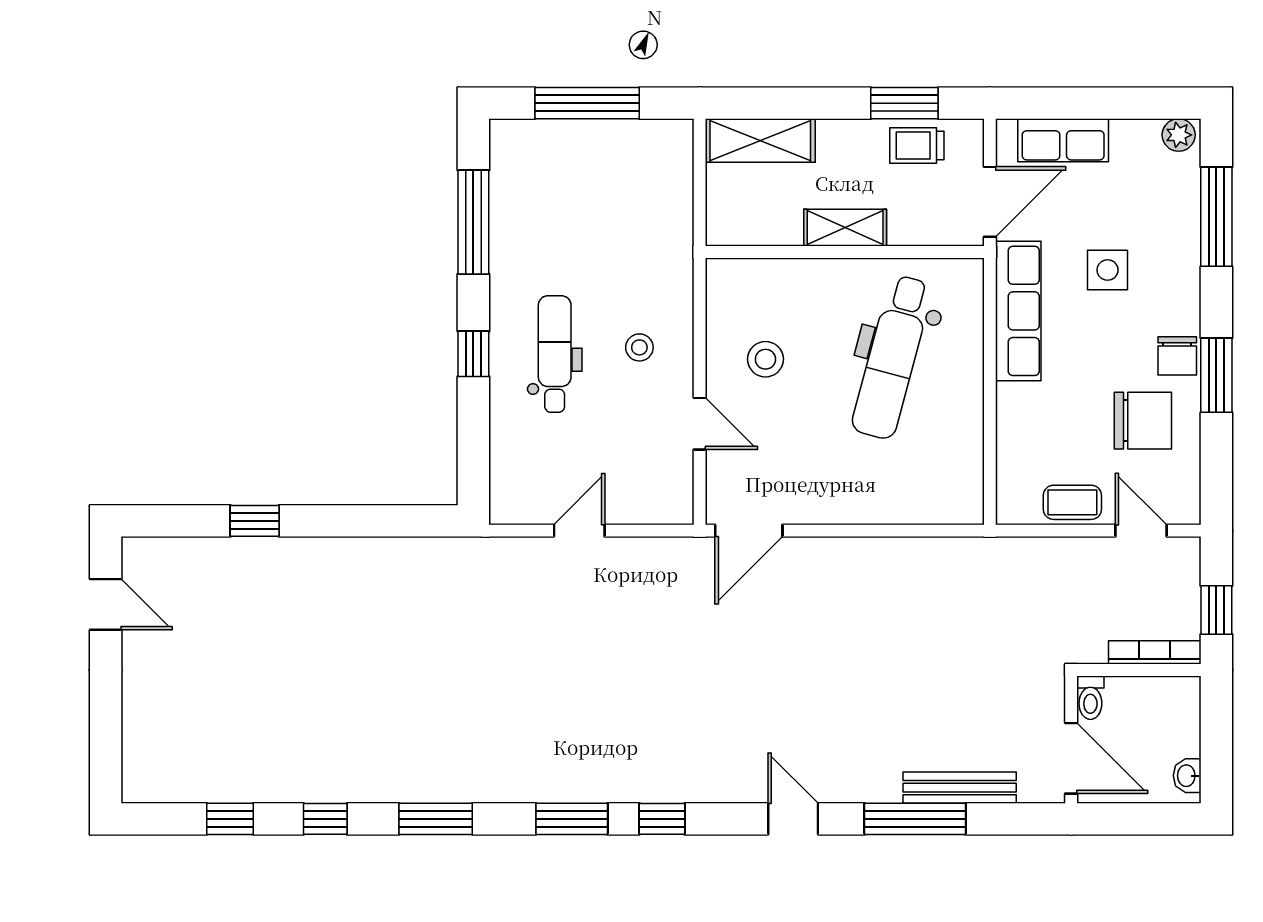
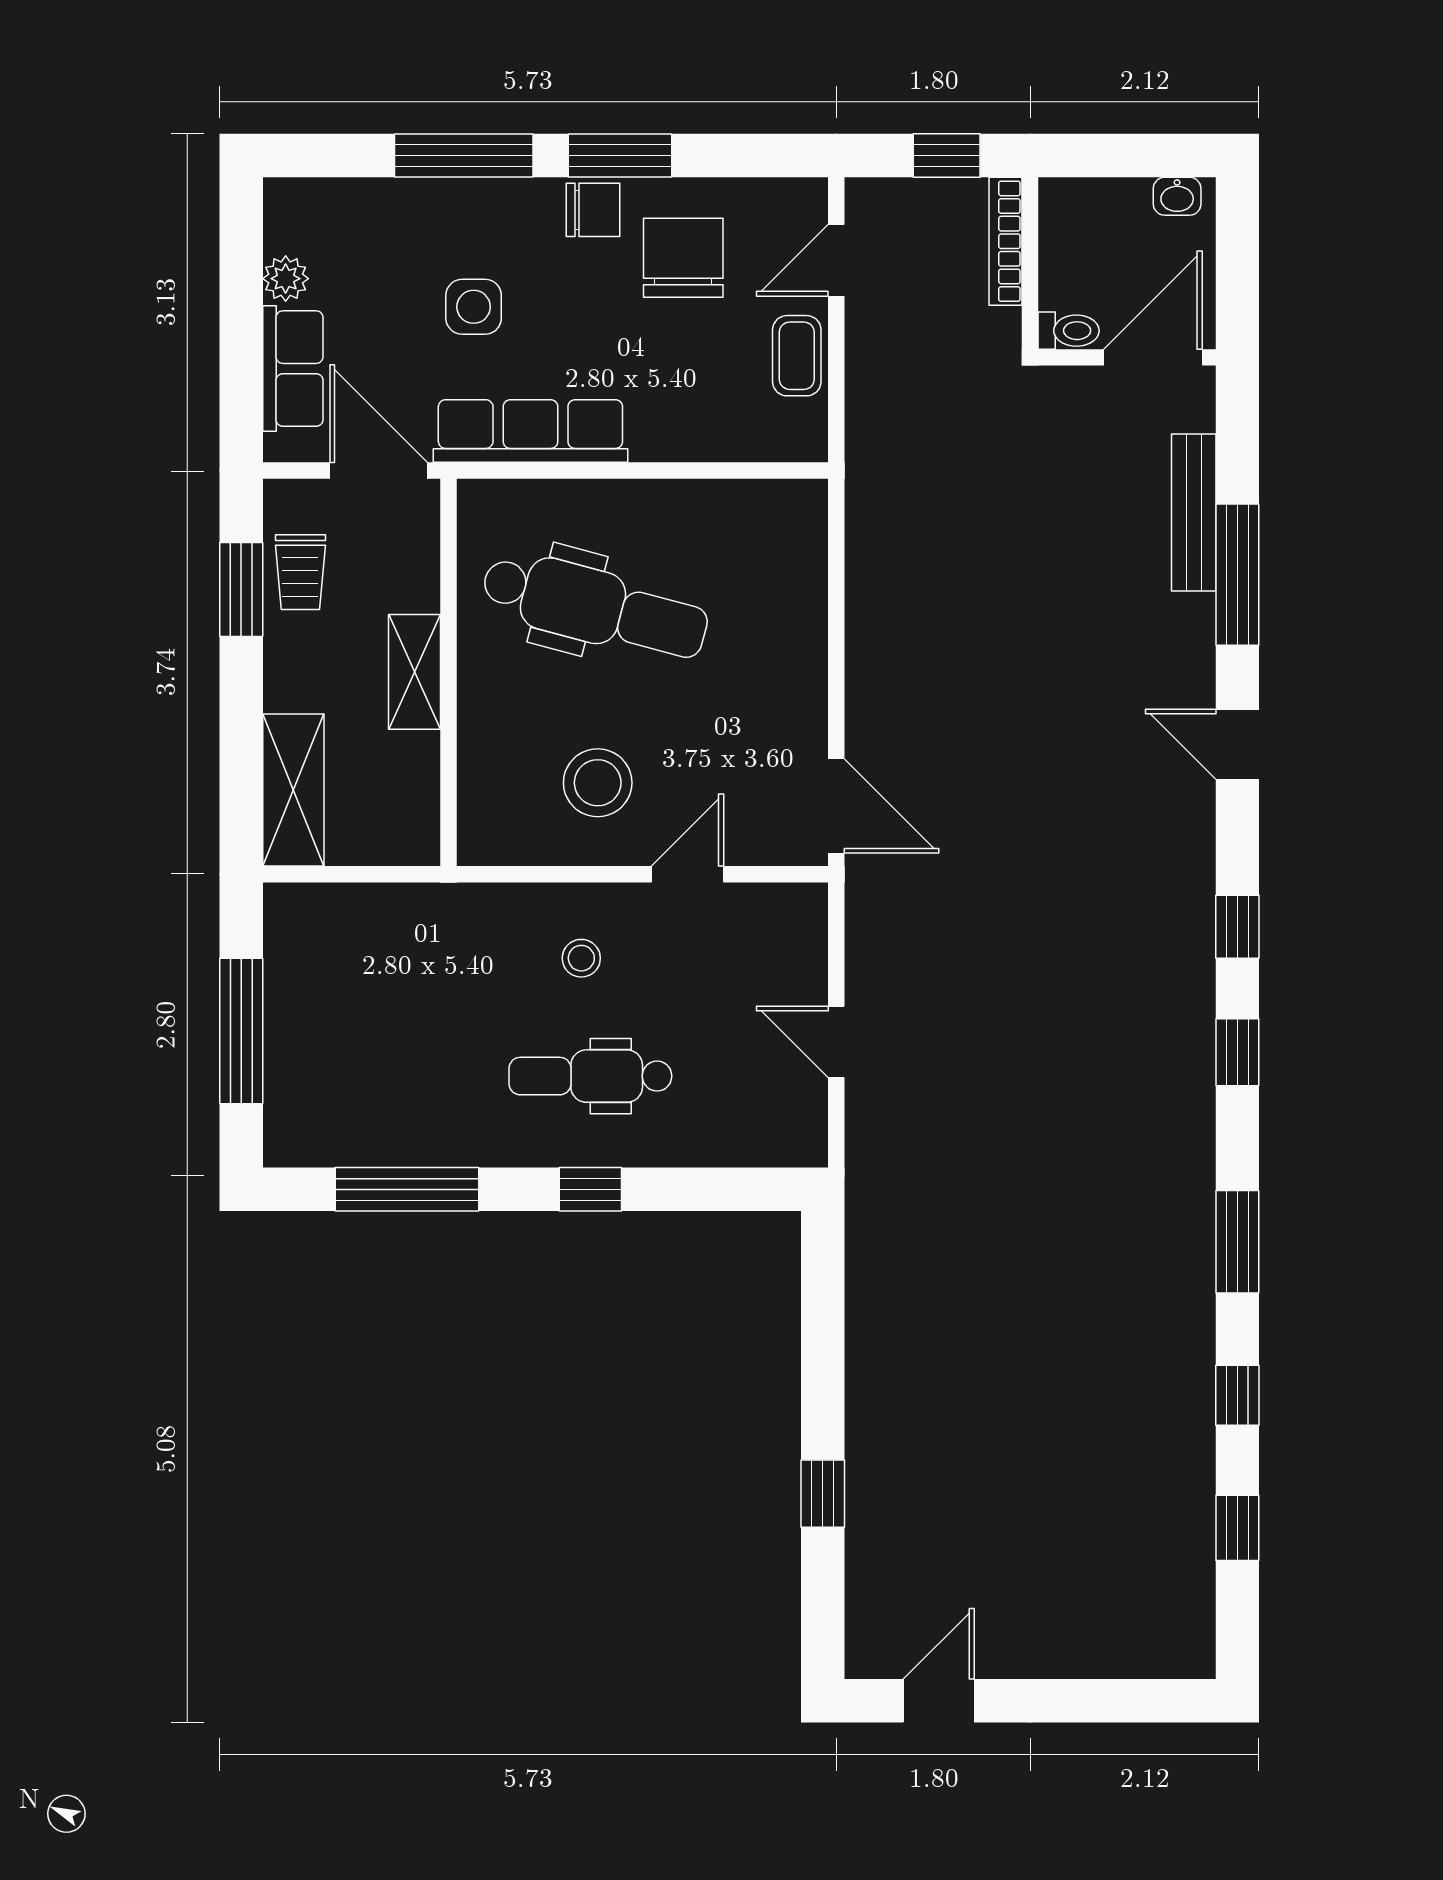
plant: (1179, 135) -> (286, 279), moved
window: (1216, 217) -> (464, 156), moved
stool: (765, 359) -> (598, 783), width x1.38, depth x1.38
window: (572, 819) -> (1237, 1052), width x0.67
door: (793, 819) -> (1237, 744), hinge flipped

